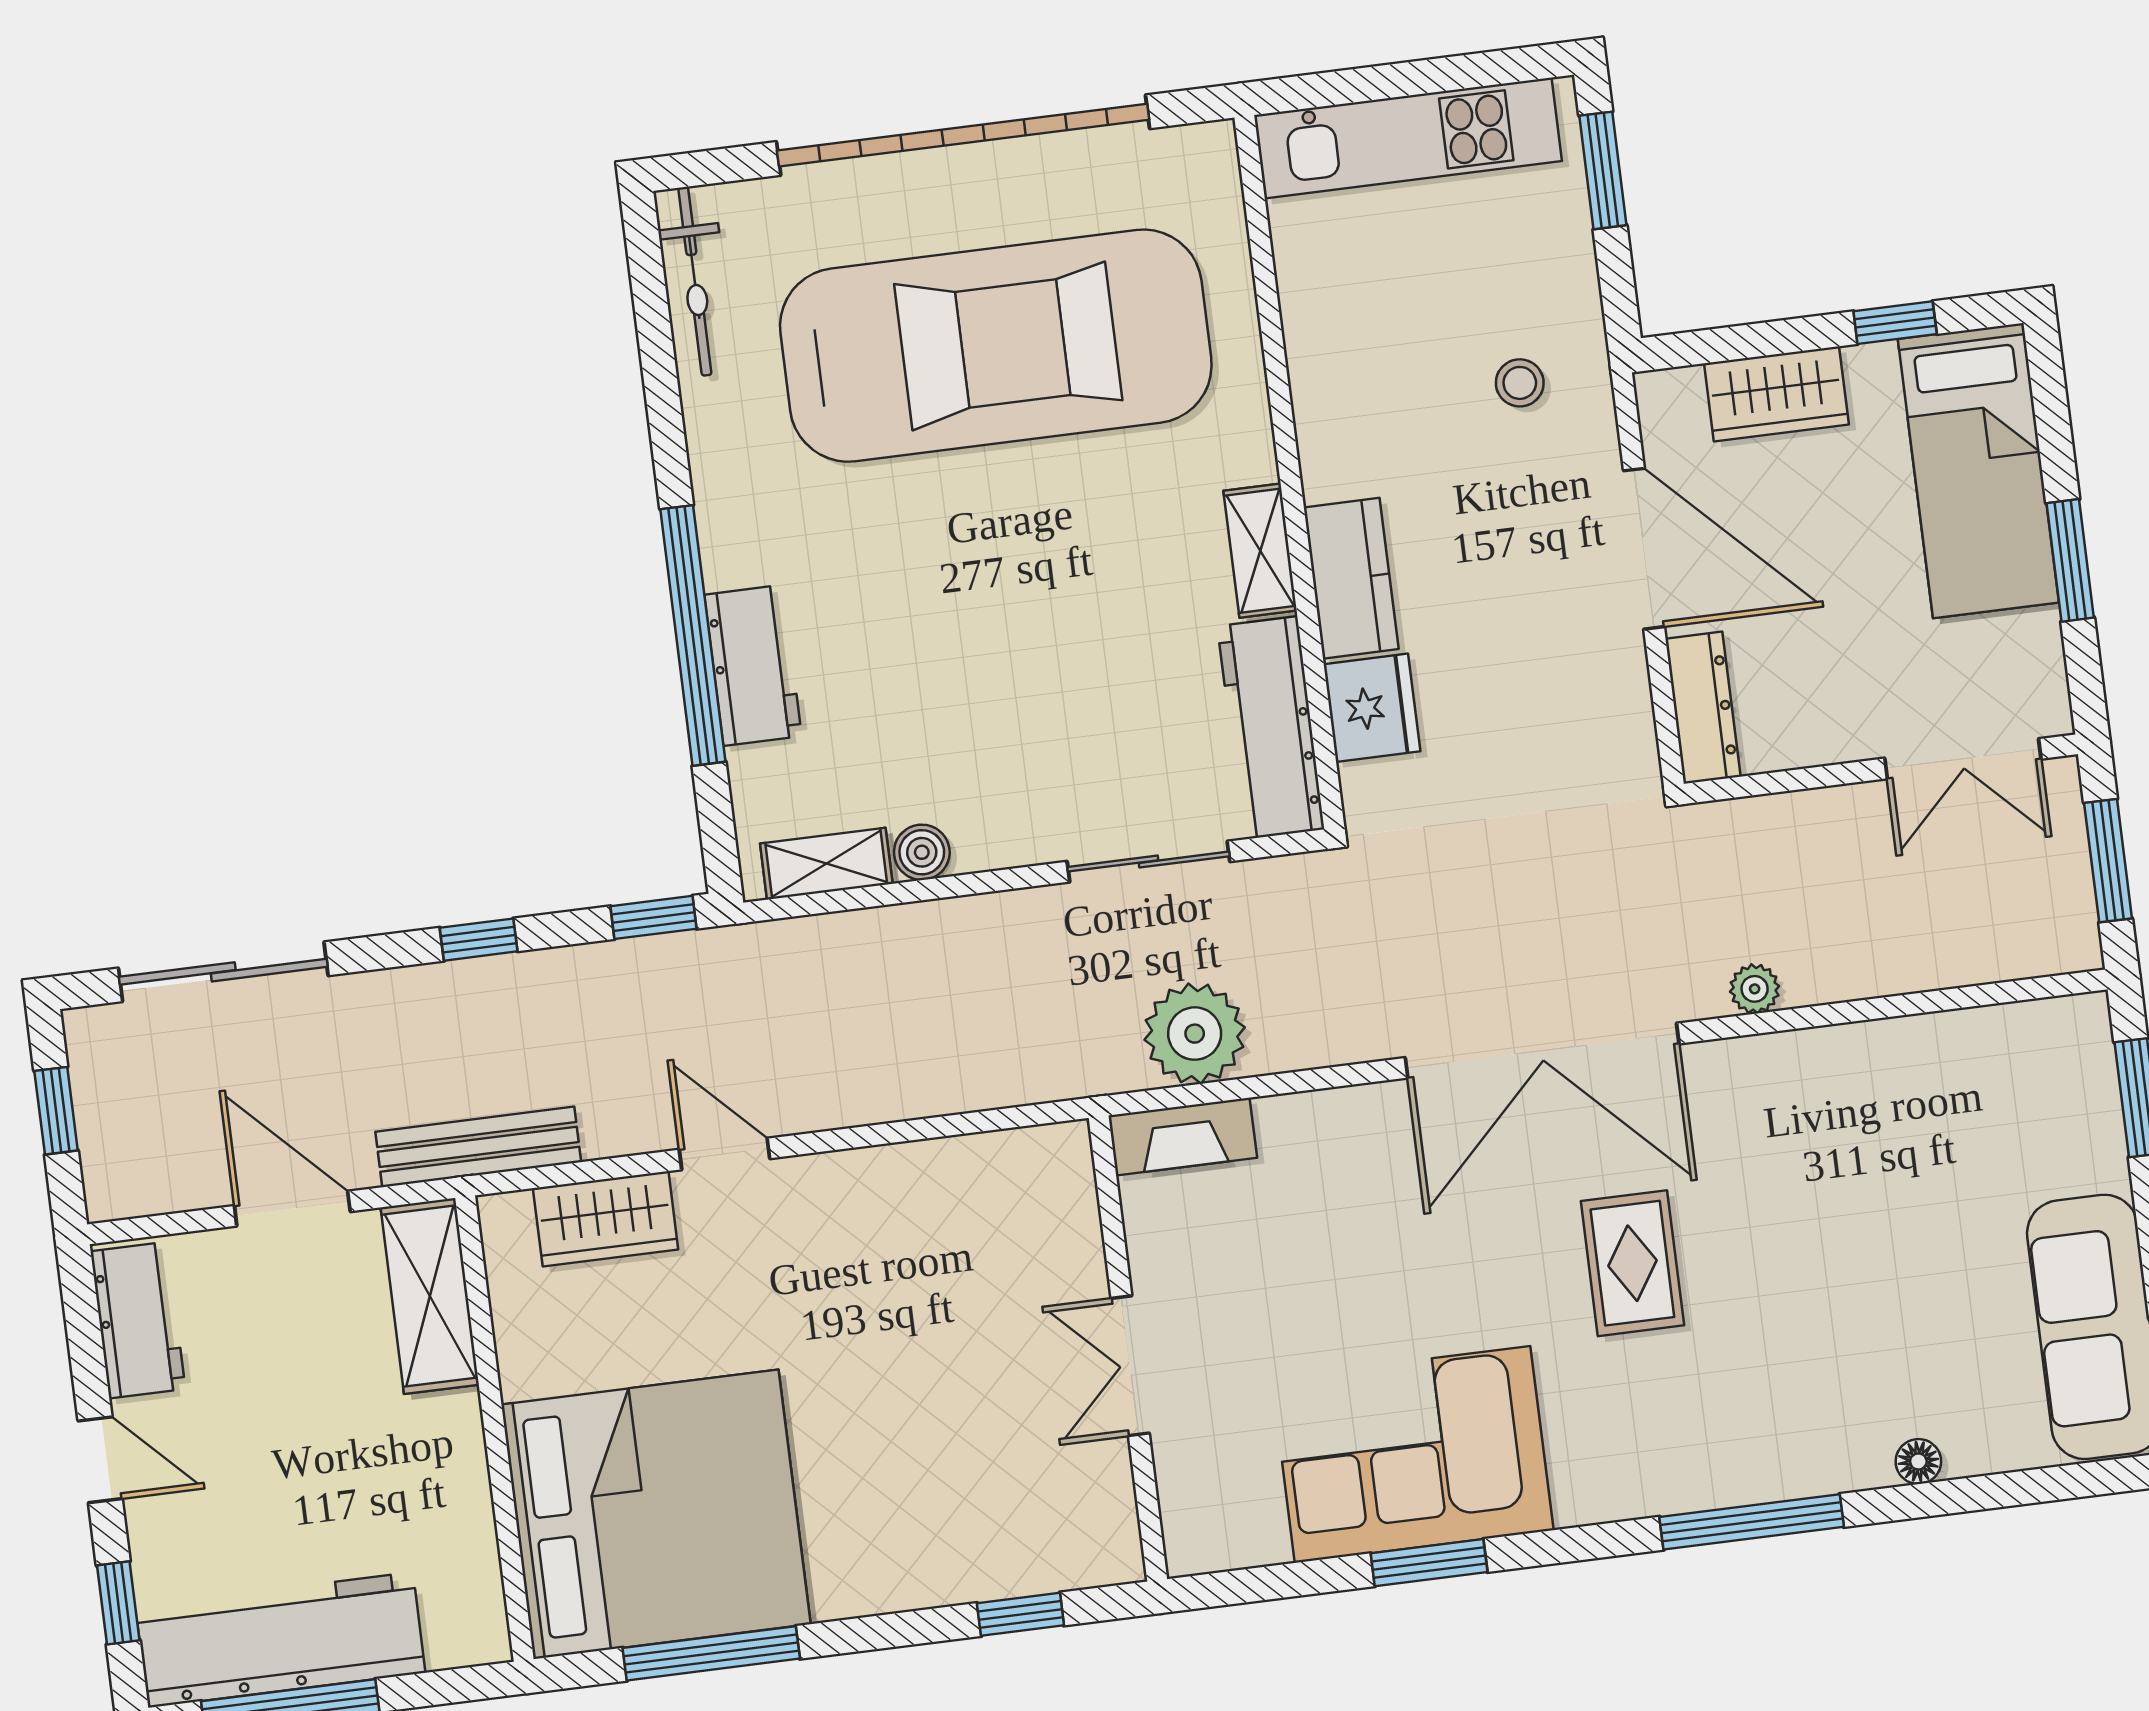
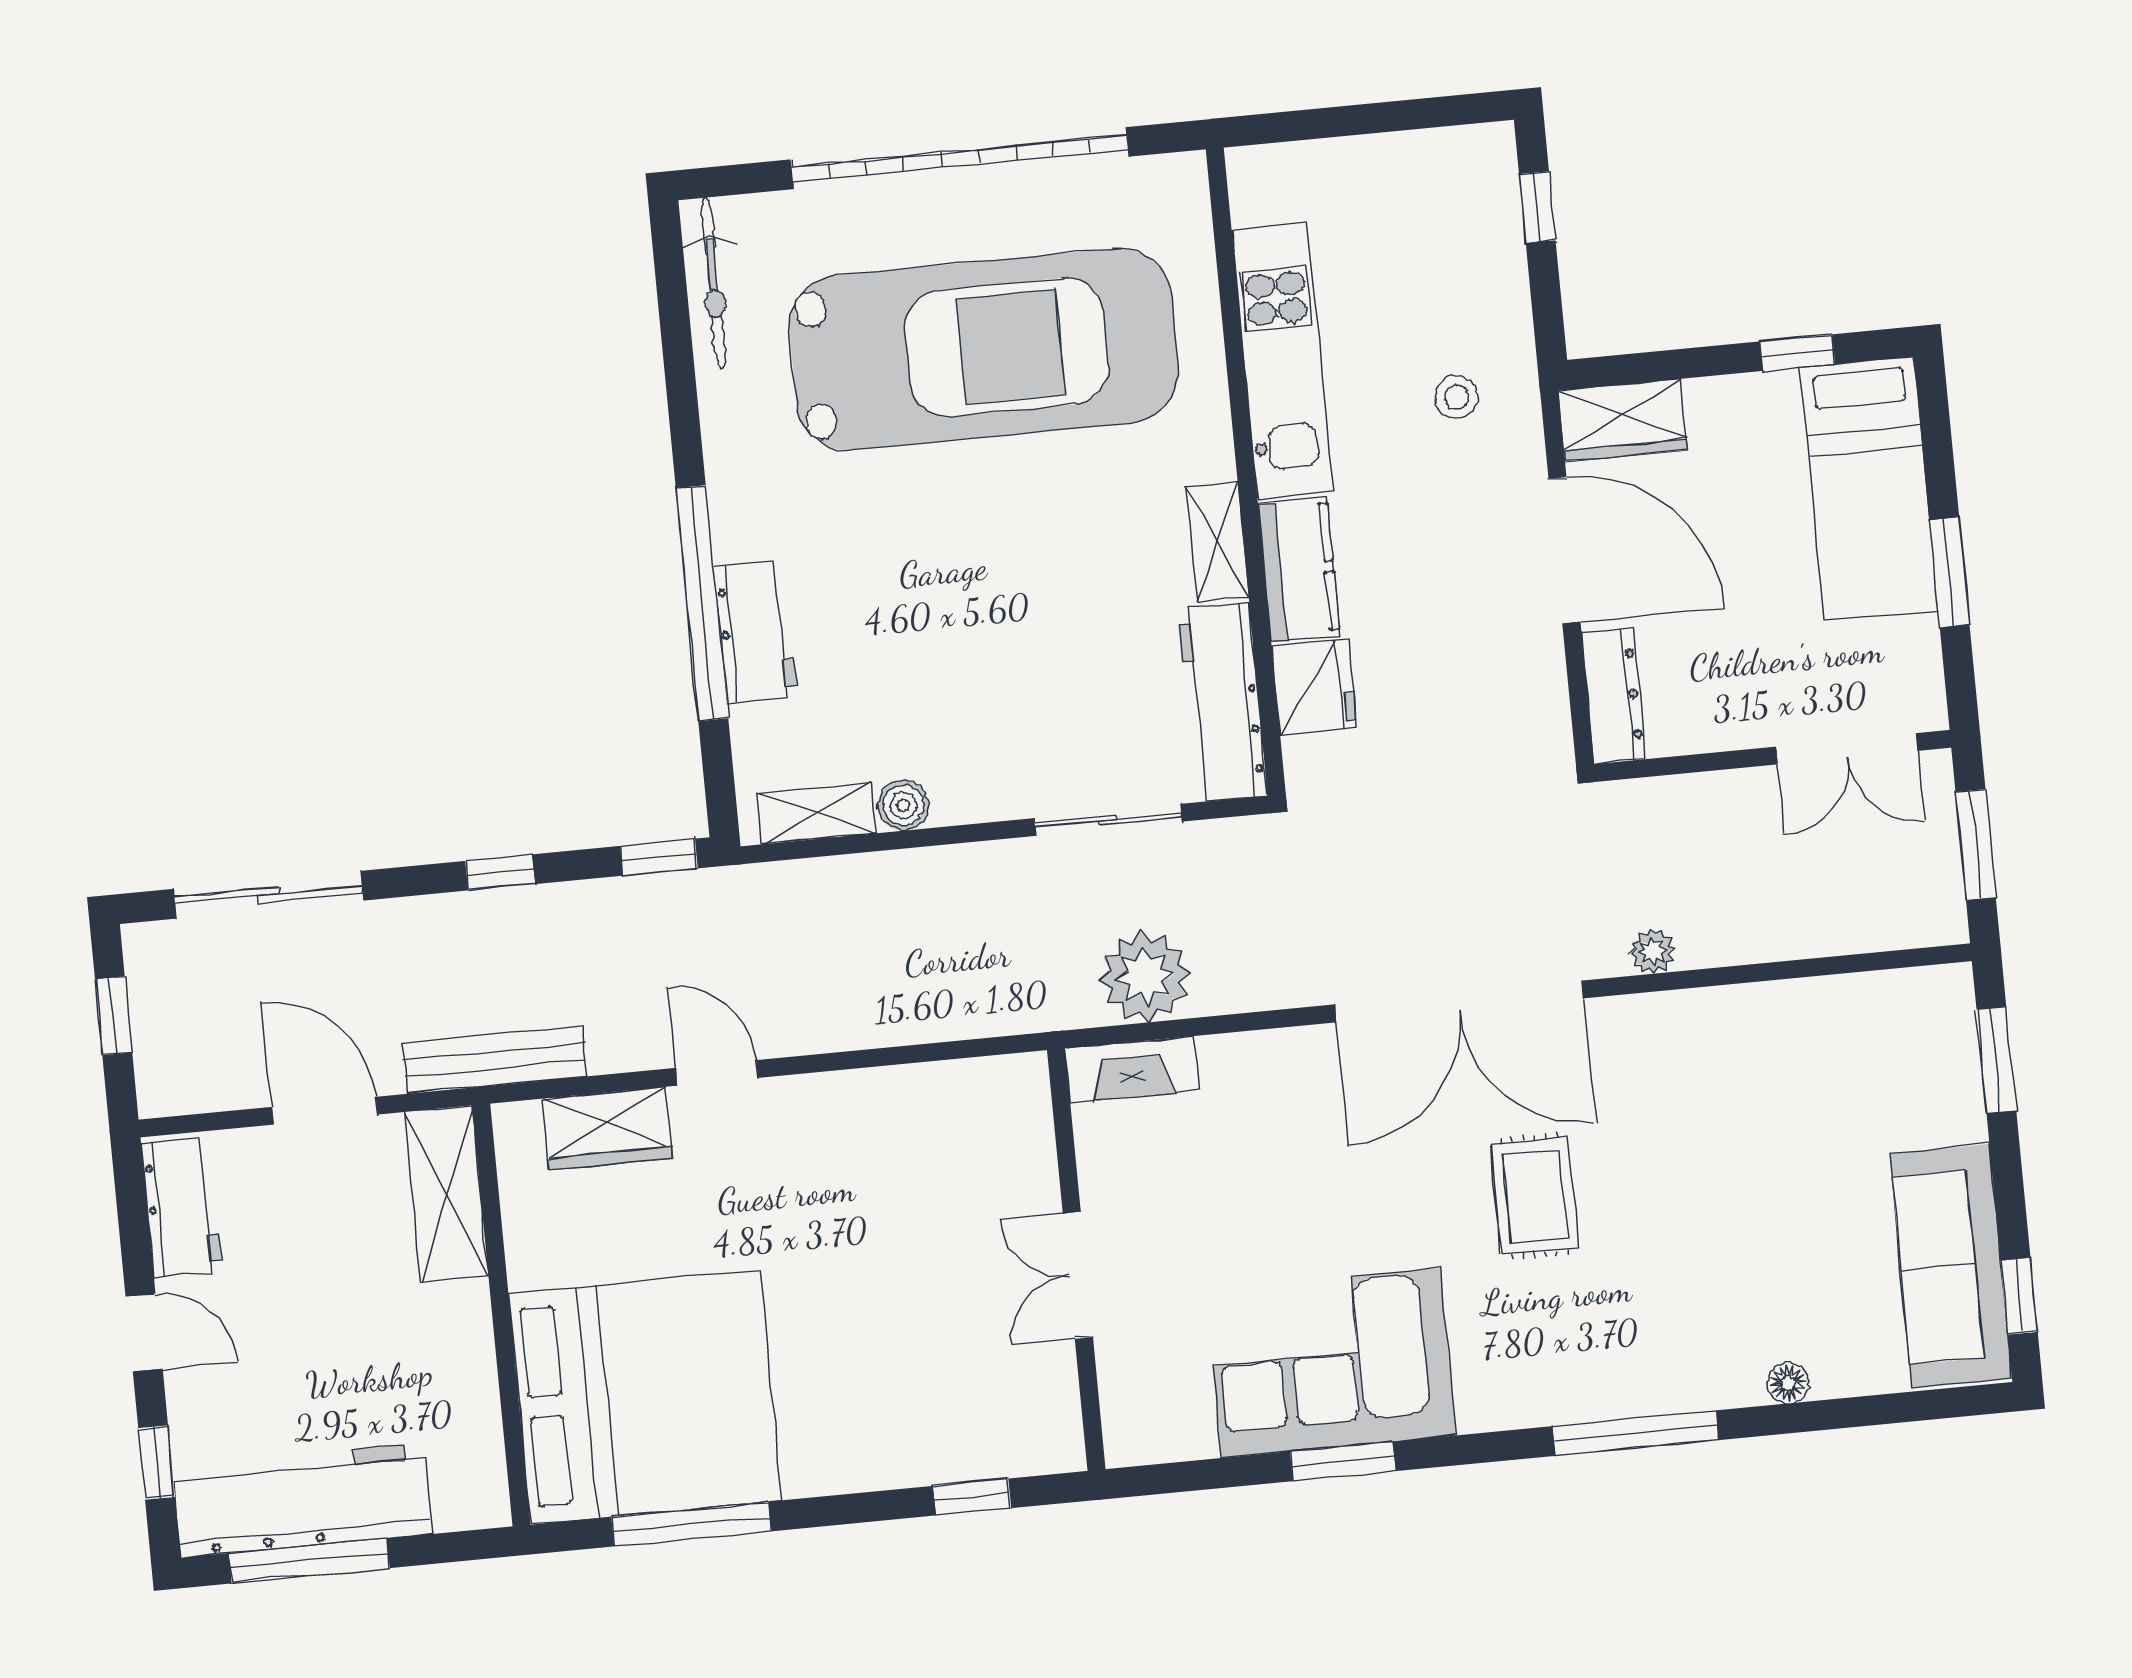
kitchen unit: (1408, 138) -> (1282, 360), moved, turned -90
window: (1603, 170) -> (1537, 207), width x0.67
wardrobe: (1776, 394) -> (1623, 420), moved

